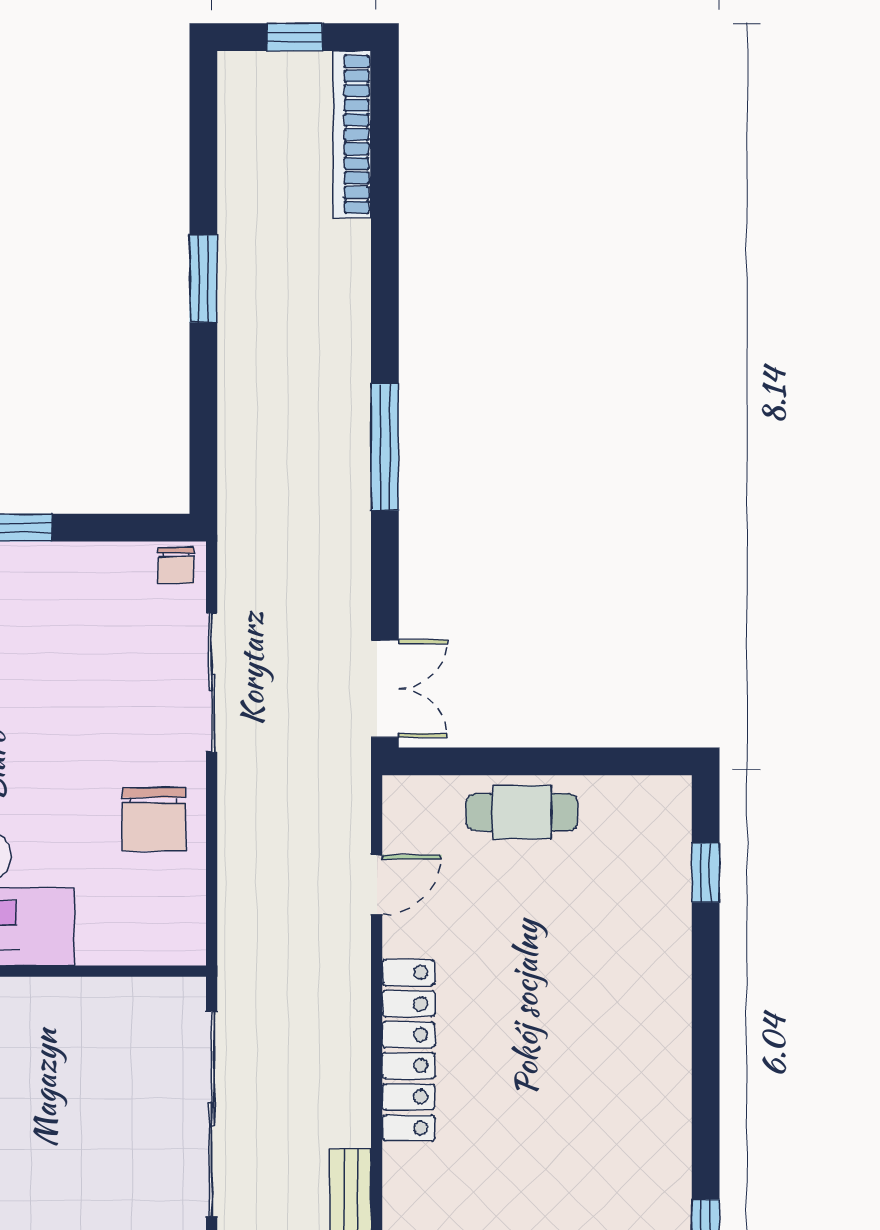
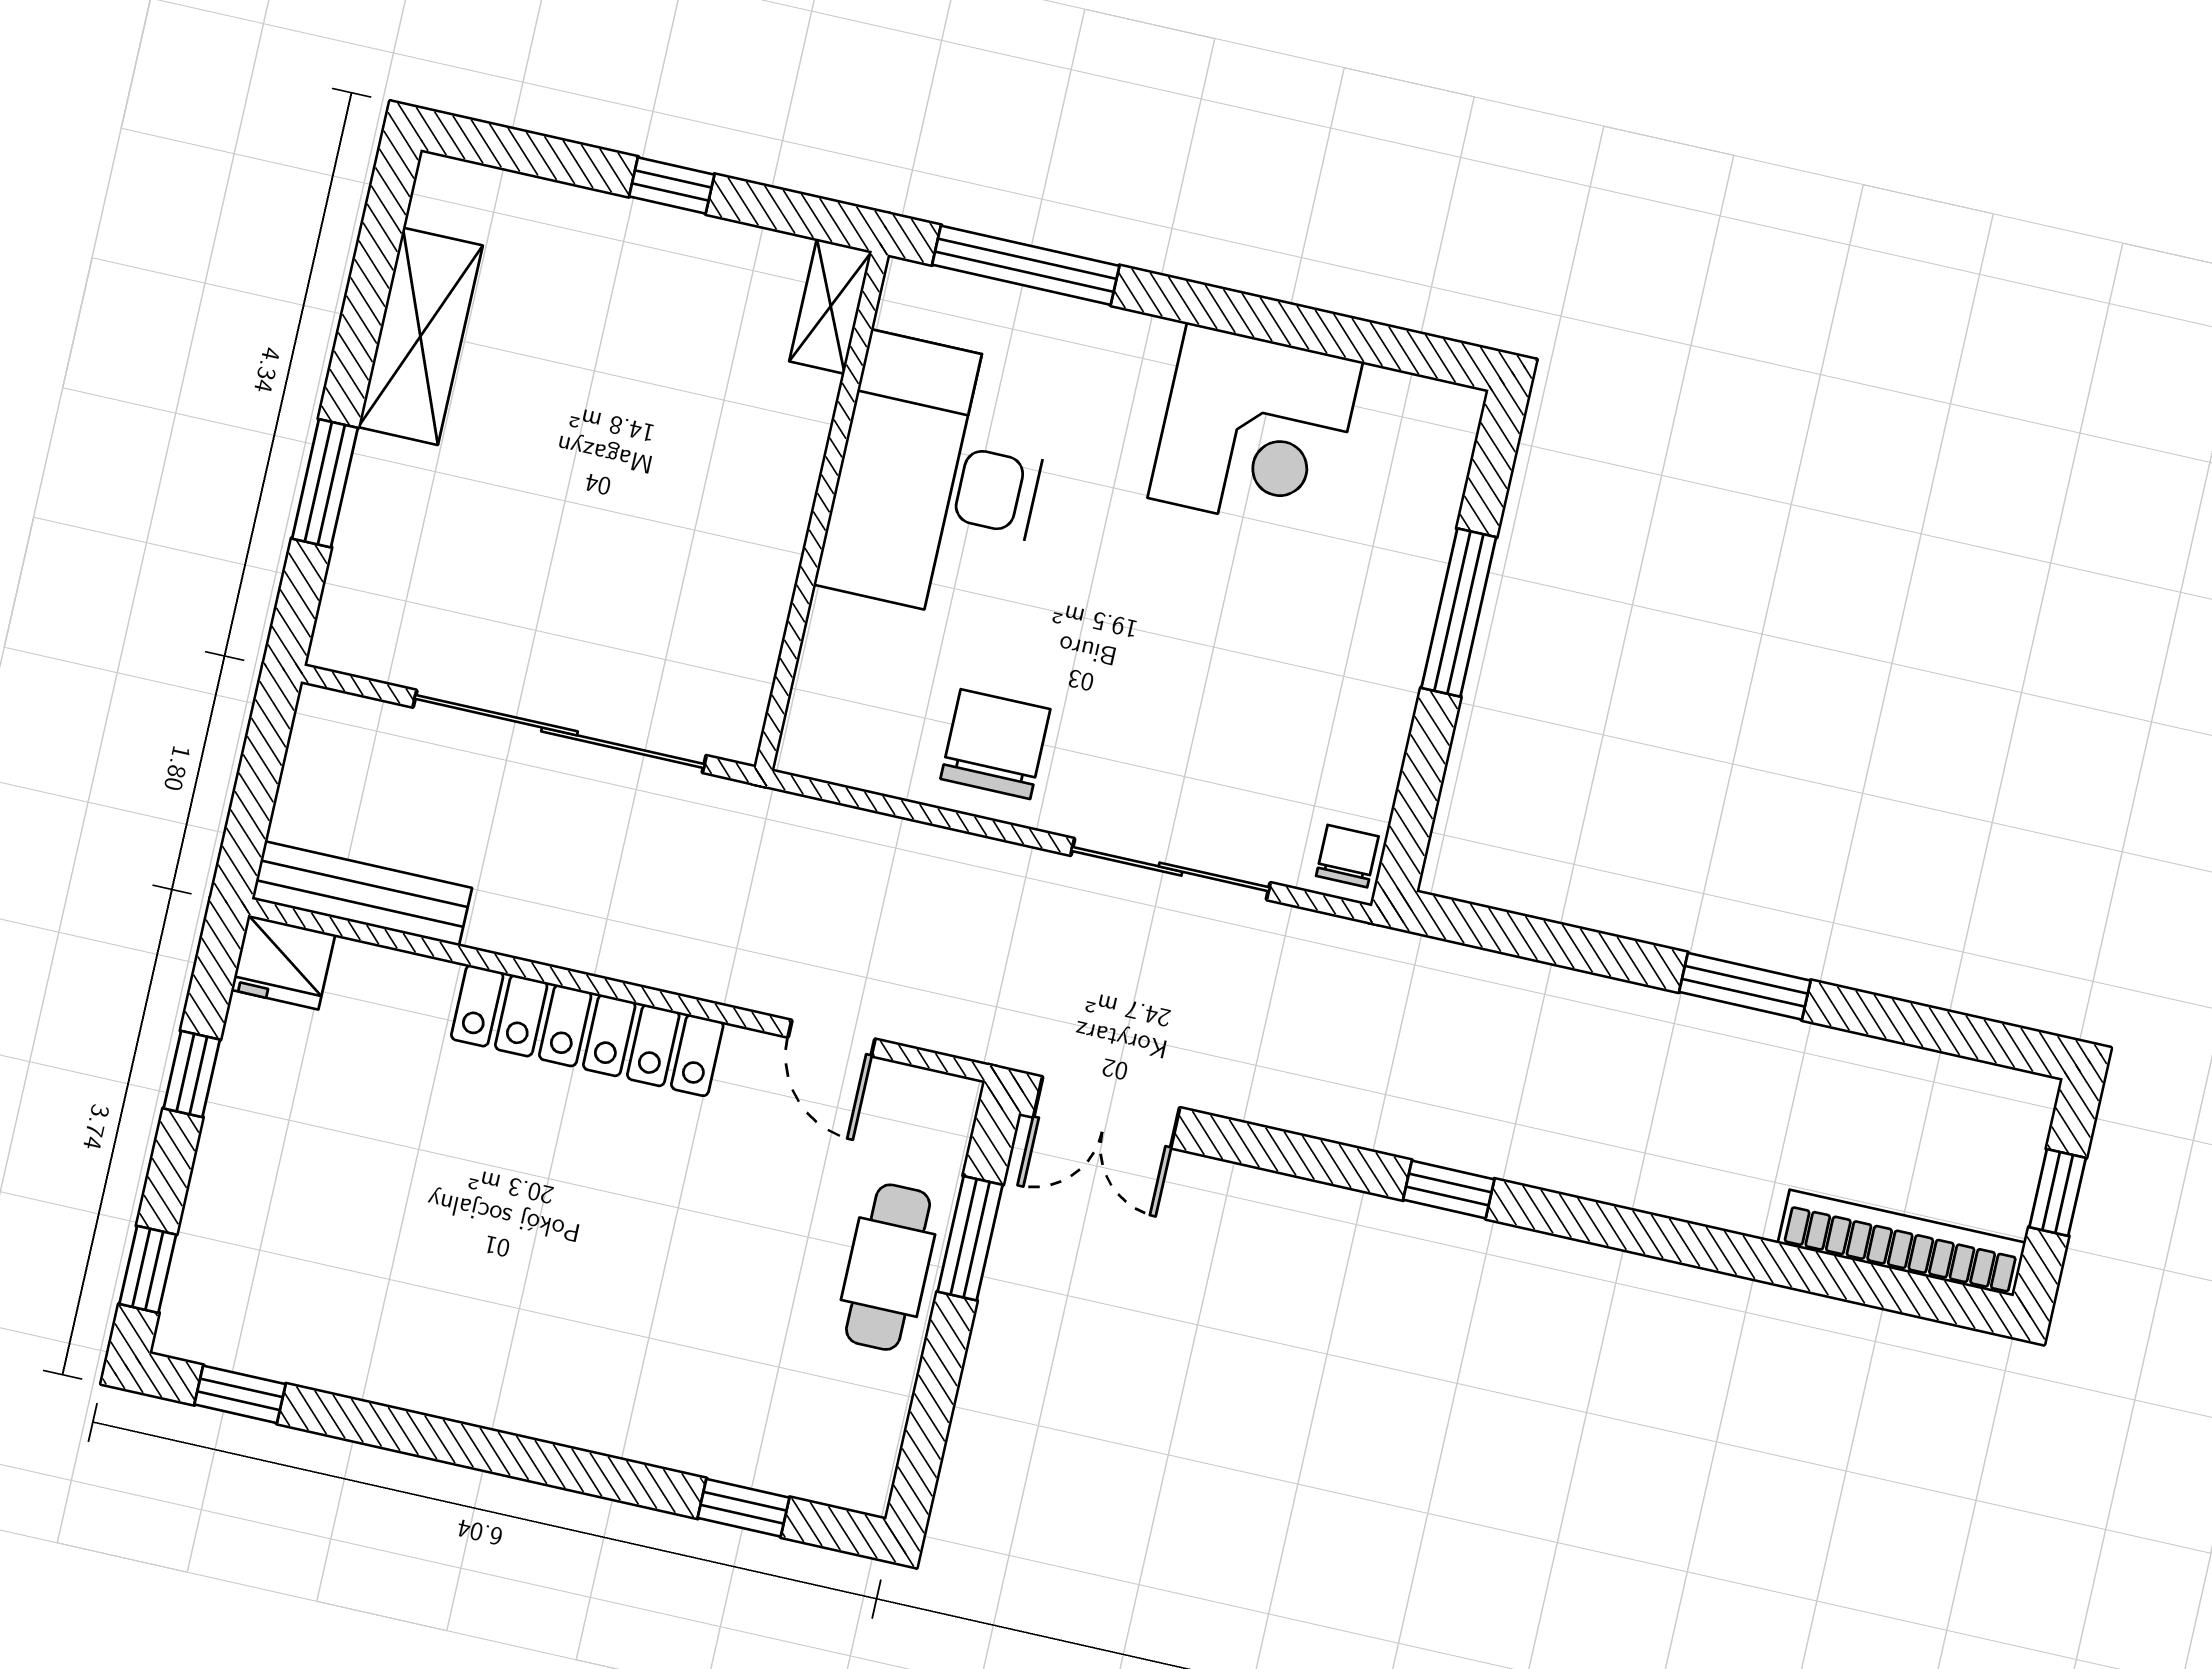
window: (385, 447) -> (1449, 1190), width x0.46
chair: (176, 566) -> (1347, 856), turned 90
window: (490, 761) -> (970, 1238), added
chair: (154, 819) -> (995, 744), turned 90

